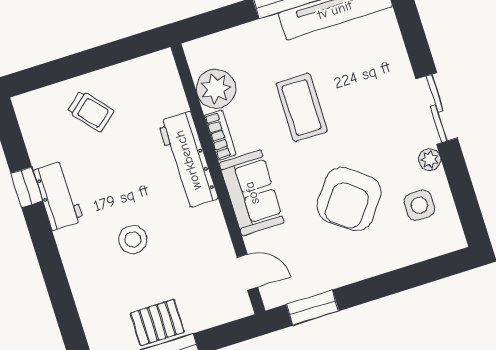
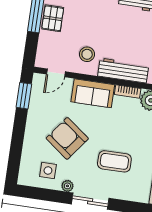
coffee table: (302, 107) -> (114, 161), moved
stool: (133, 240) -> (87, 54), moved

